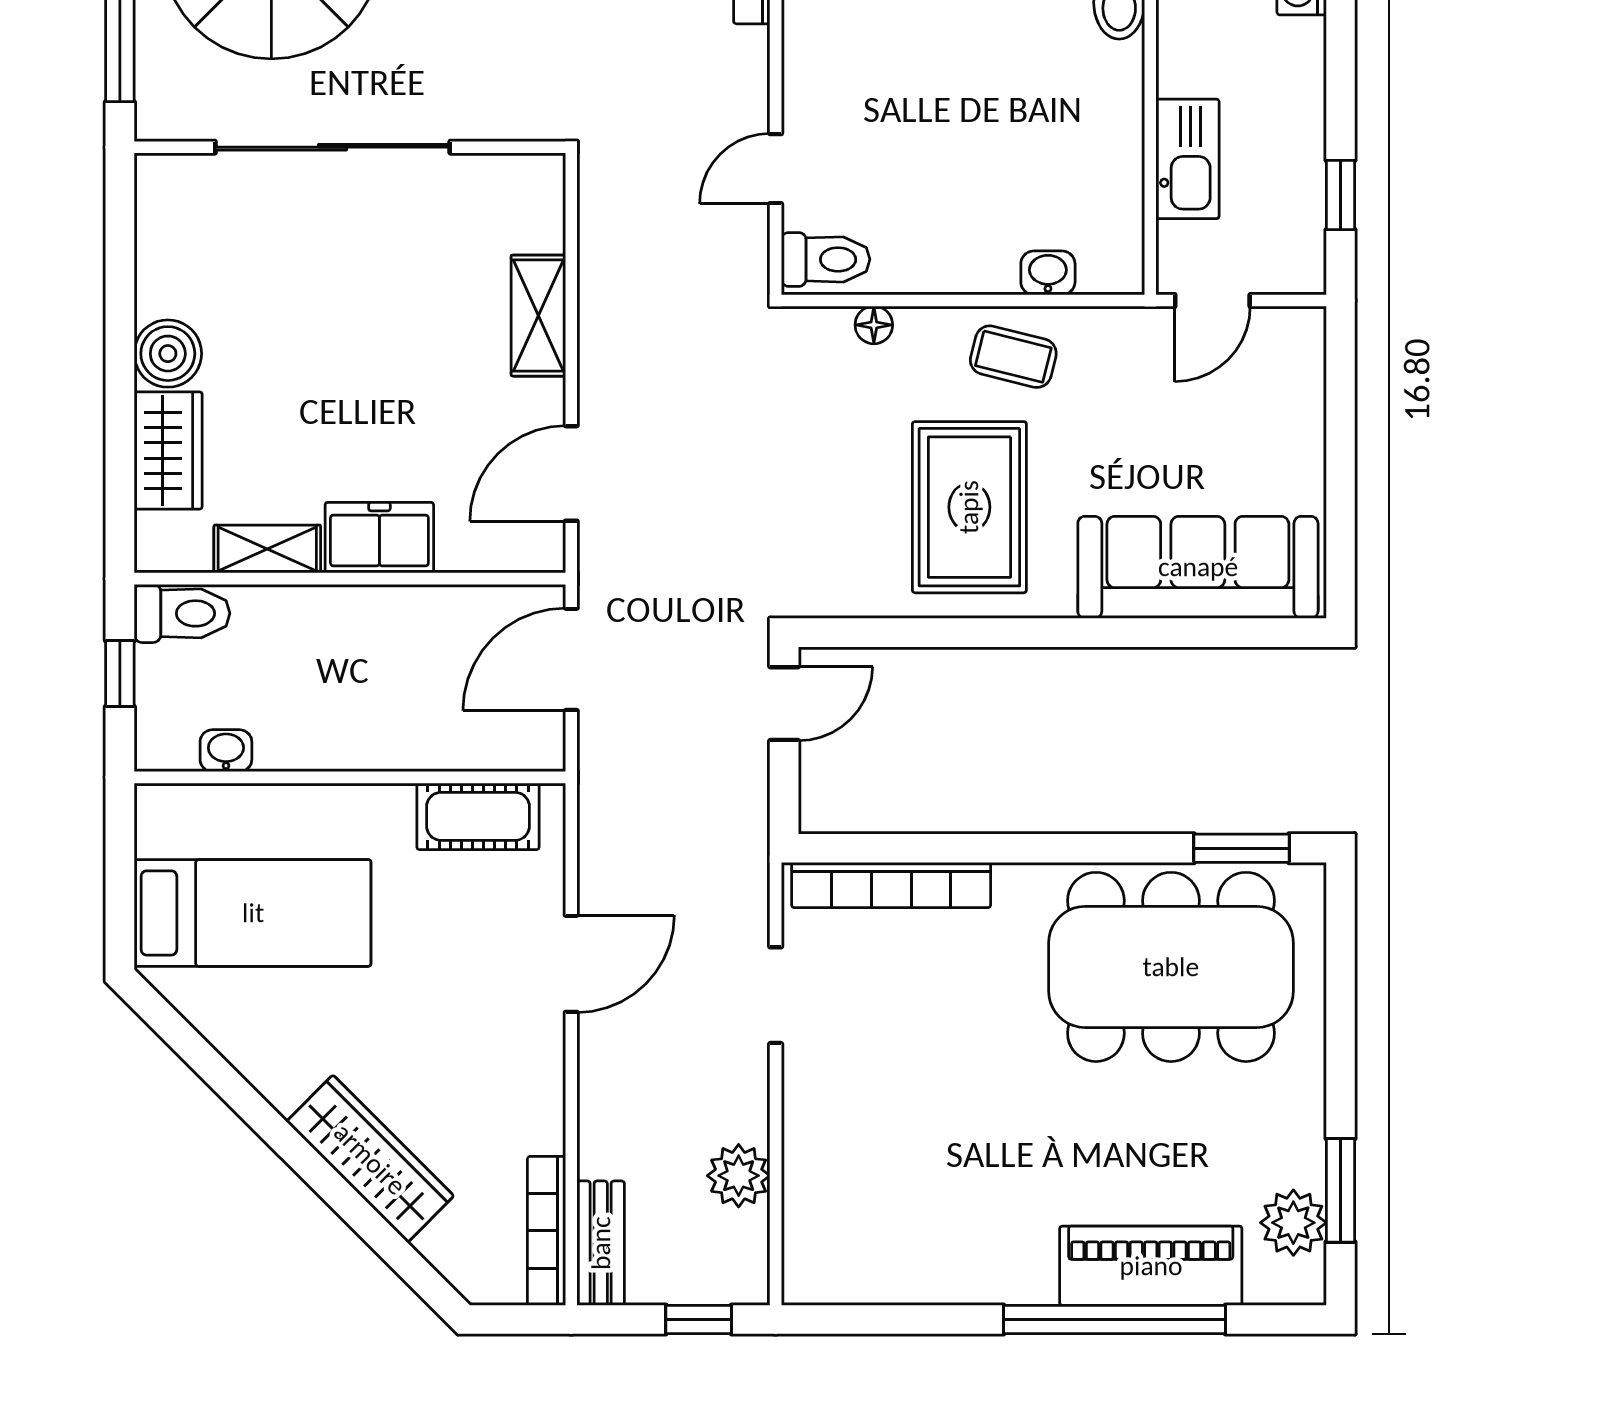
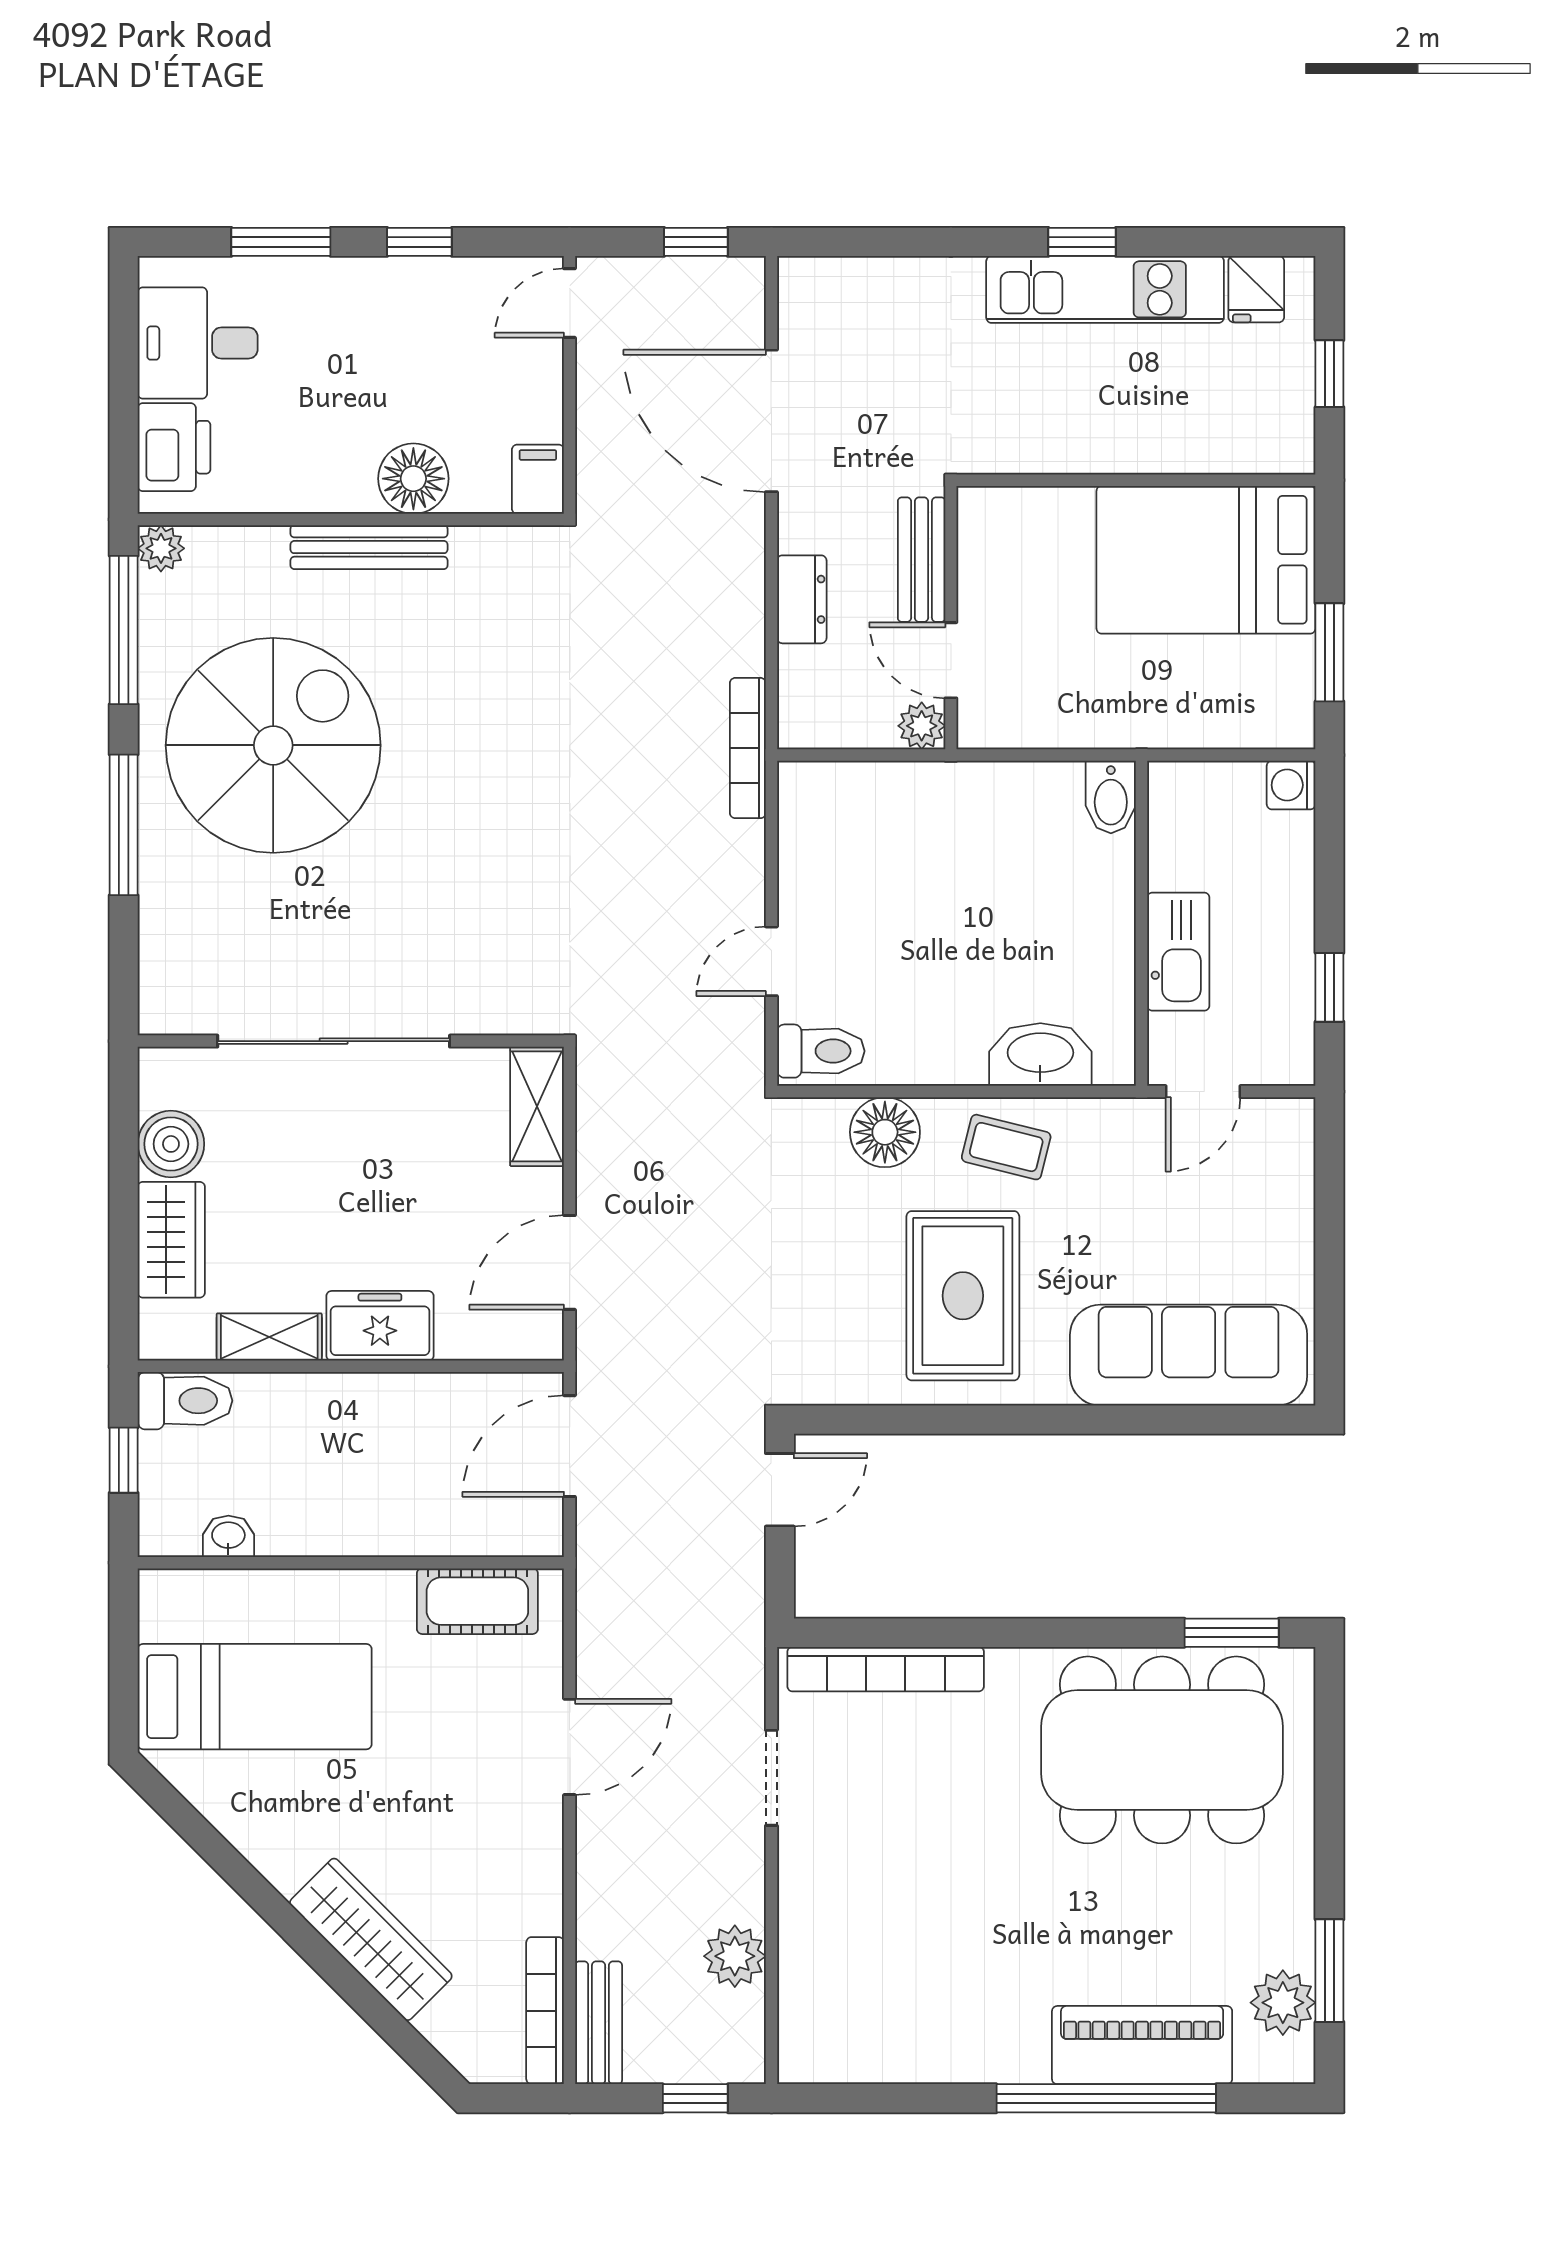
sliding door: (333, 147) -> (334, 1041), moved
wall: (350, 147) -> (351, 1041), moved
washbasin: (1048, 273) -> (1040, 1055), width x1.91, depth x1.45
floor lamp: (874, 325) -> (885, 1132), width x1.89, depth x1.89

